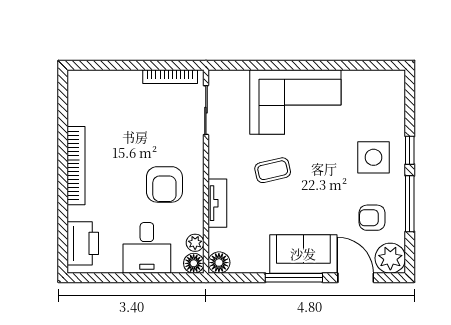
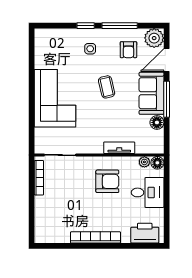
side table: (374, 157) -> (90, 49), width x0.54, depth x0.54
coffee table: (273, 170) -> (107, 87), moved
floor lamp: (219, 263) -> (157, 122), moved

